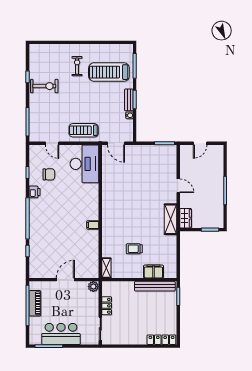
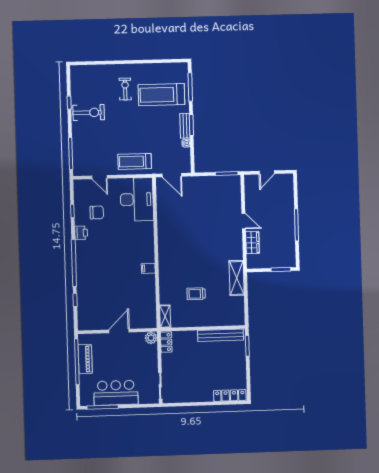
wardrobe: (186, 218) -> (252, 243), moved
shelving: (171, 219) -> (237, 278), moved
filing cabinet: (153, 271) -> (218, 319), removed
locker: (107, 306) -> (166, 342), moved

